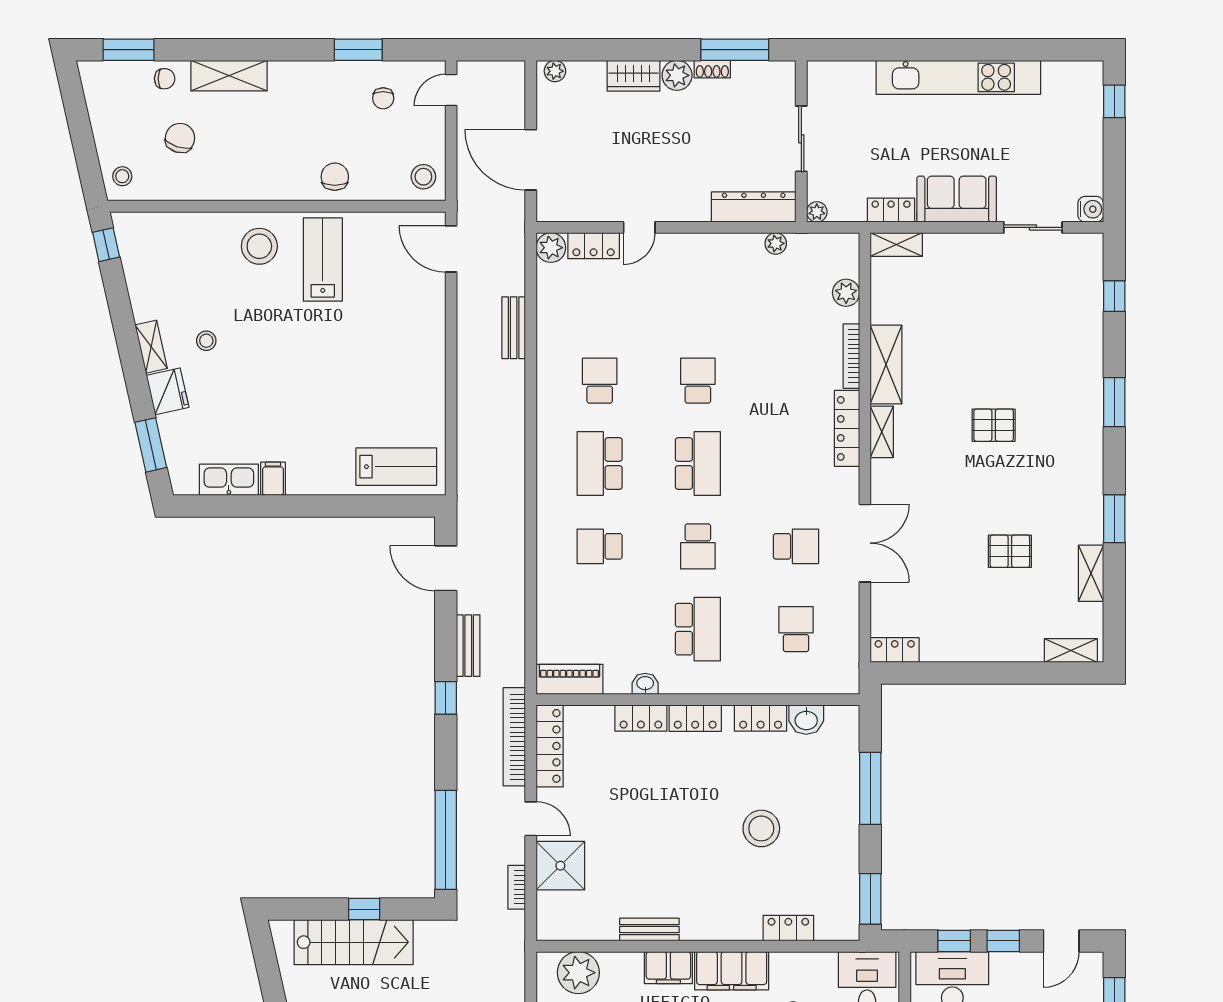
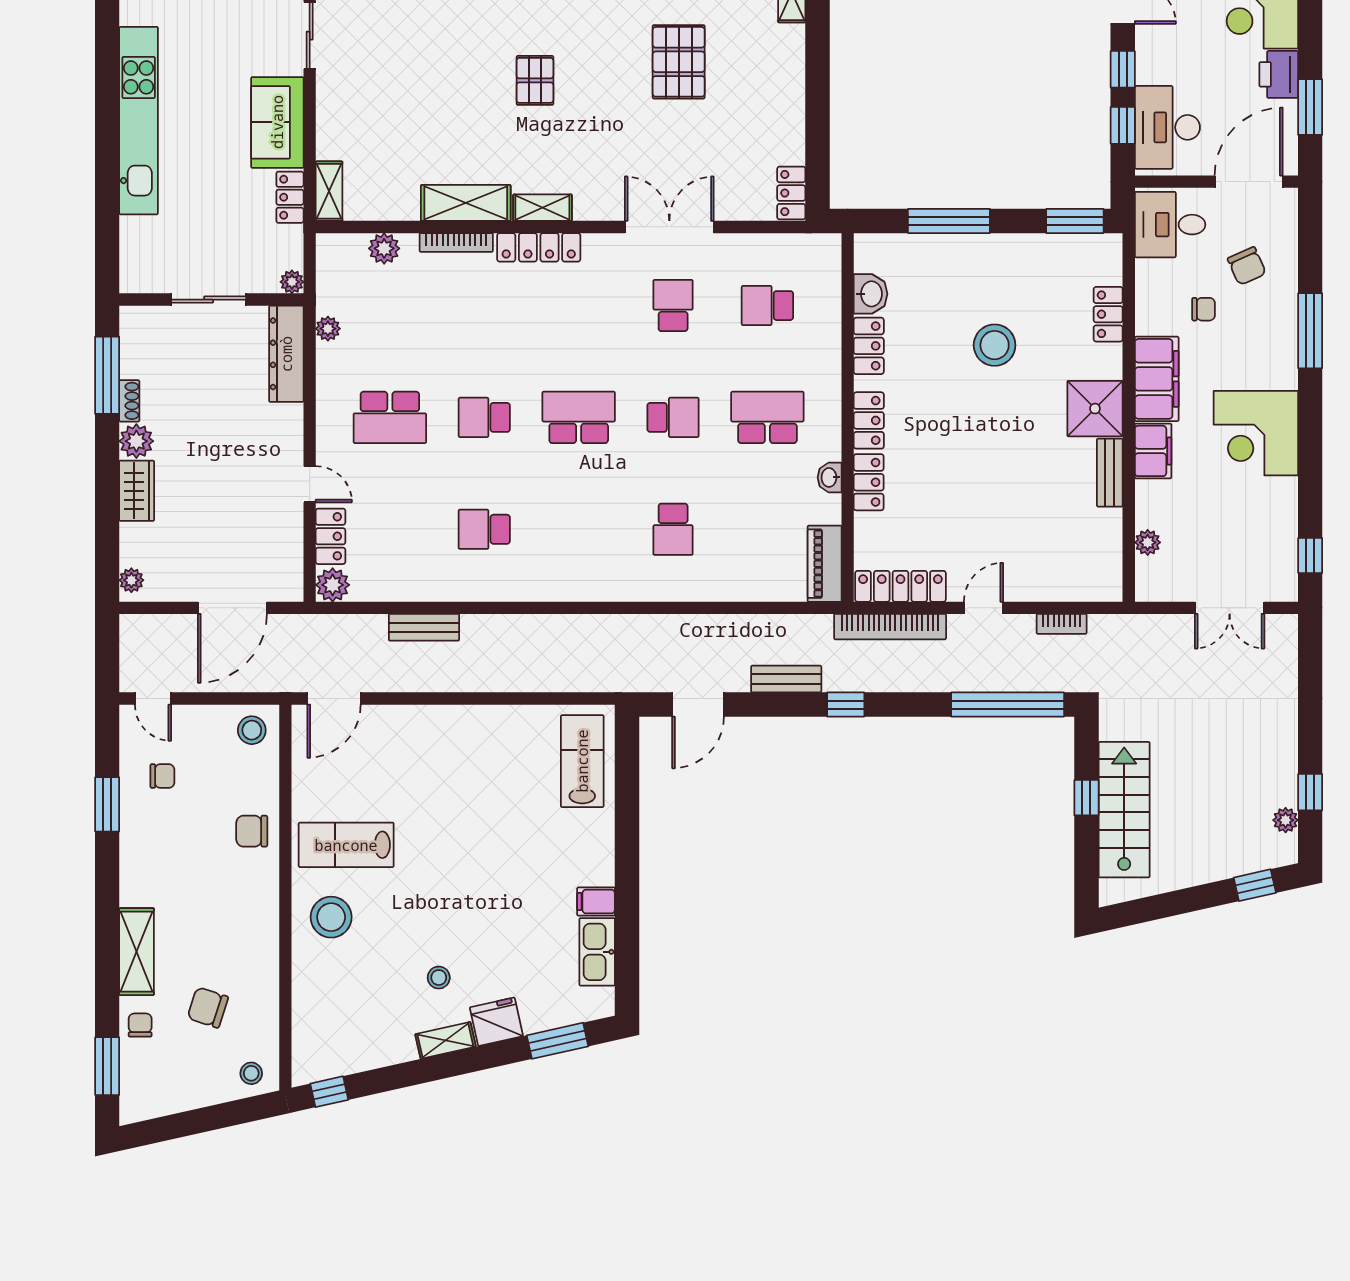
school desk: (600, 464) -> (390, 417), moved
pallet: (1010, 551) -> (679, 62), width x1.50, depth x1.42
shower: (560, 866) -> (1095, 409), moved
plant: (578, 973) -> (1148, 542), width x0.53, depth x0.53

